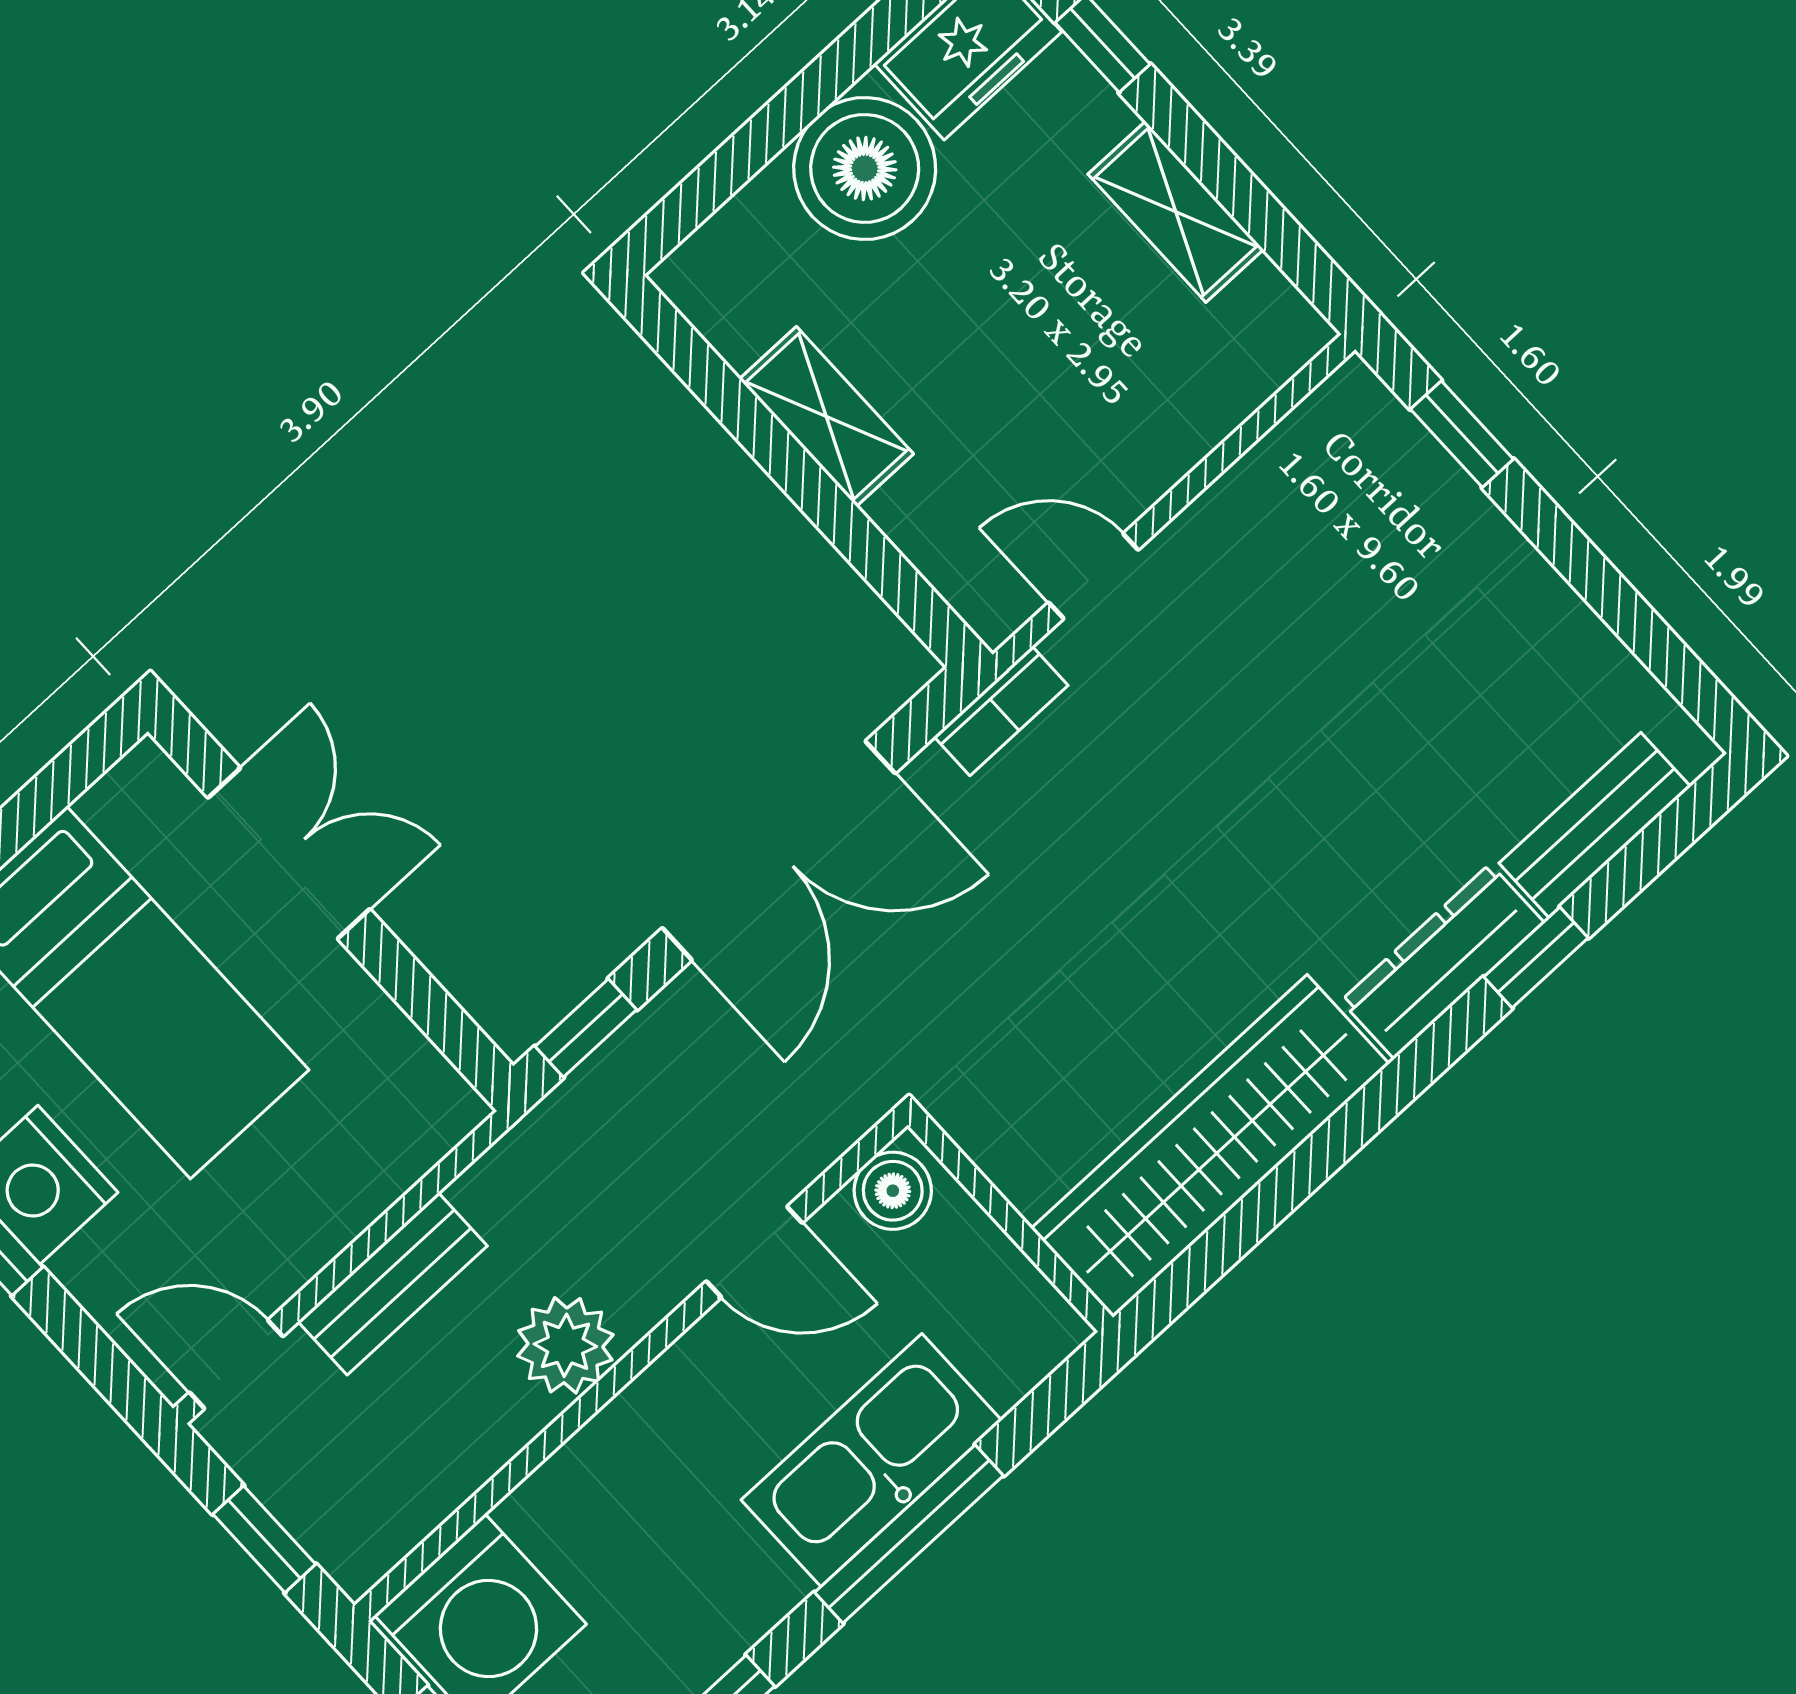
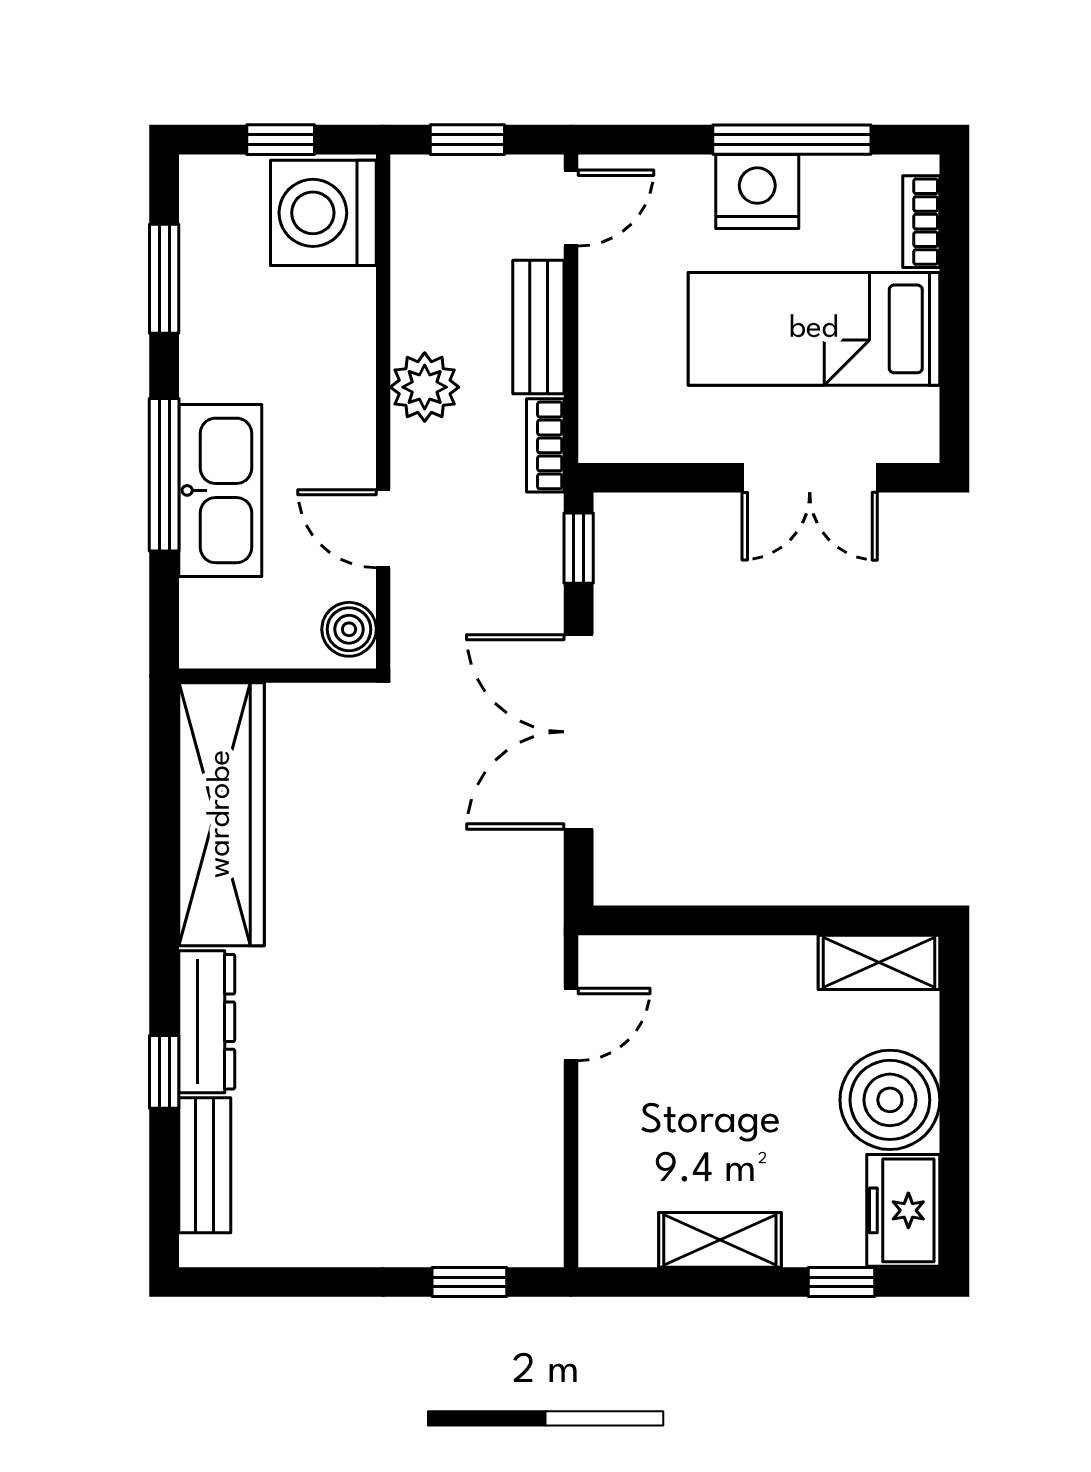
shelving: (826, 416) -> (879, 962), moved
bookcase: (1001, 711) -> (545, 445), moved
door: (754, 1252) -> (383, 529), hinge flipped

